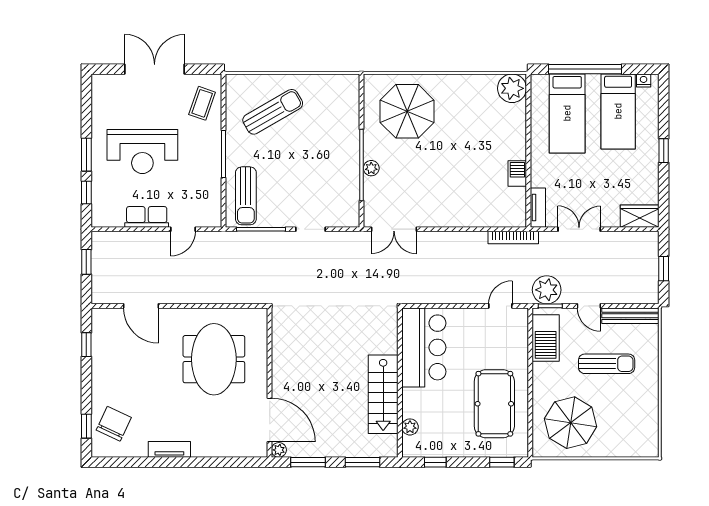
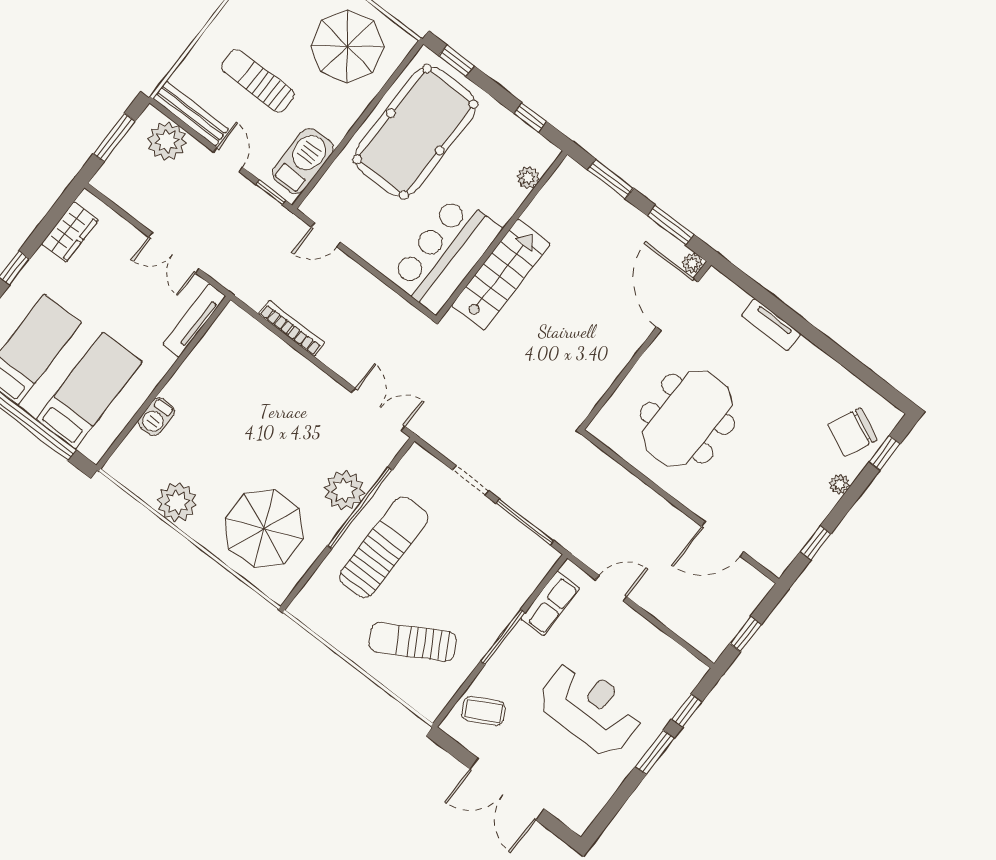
plant: (512, 88) -> (177, 502), moved
coffee table: (202, 103) -> (483, 711), turned 43
plant: (371, 168) -> (344, 490), width x1.87, depth x1.87
barbecue: (517, 174) -> (156, 417), moved
sun lounger: (246, 196) -> (384, 547), moved, width x1.36, depth x1.34
tv unit: (538, 208) -> (194, 320), width x1.41
wardrobe: (640, 216) -> (70, 232), moved, turned -90
row of seats: (147, 217) -> (550, 604), moved, turned -90
bookcase: (513, 238) -> (292, 328), moved
window: (664, 269) -> (114, 137), width x1.50
plant: (547, 290) -> (167, 141), moved
door: (141, 306) -> (723, 539), swing flipped
plant: (98, 388) -> (840, 484), added
stairs: (383, 394) -> (501, 275), moved
pool table: (494, 404) -> (415, 132), width x1.36, depth x1.32
tv unit: (169, 449) -> (771, 325), moved

